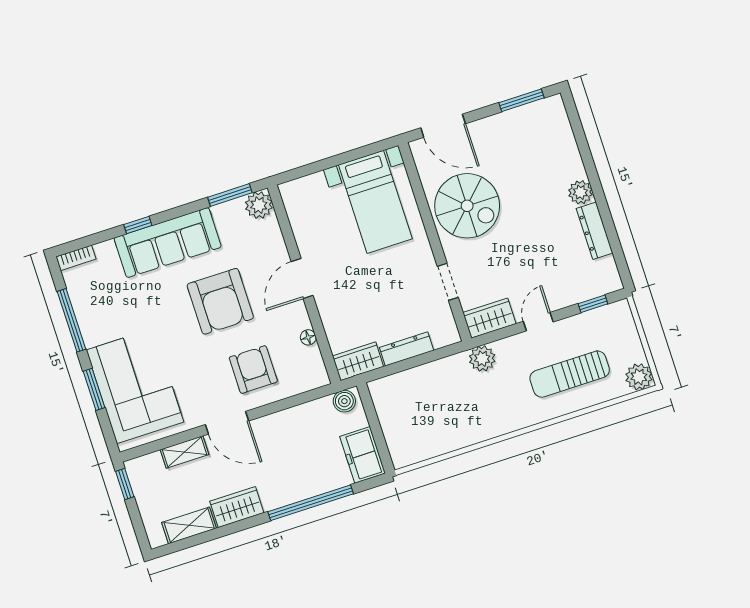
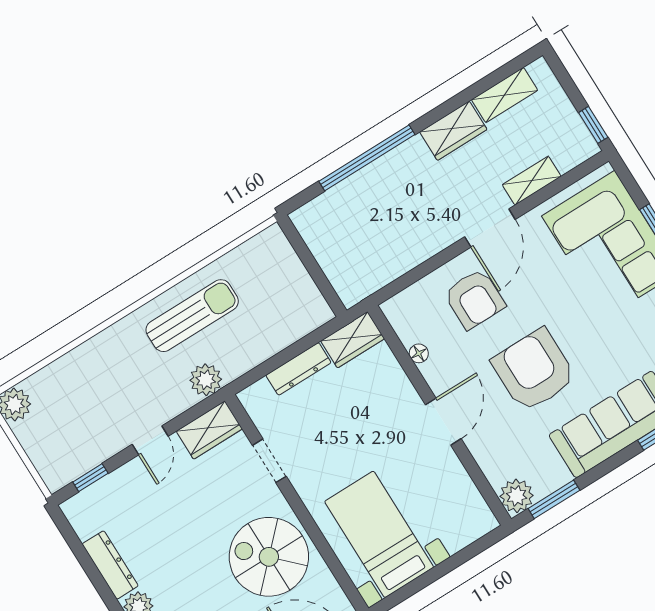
sun lounger: (570, 374) -> (192, 316), moved
boiler: (344, 401) -> (357, 288), removed
door: (227, 423) -> (490, 228), swing flipped
freezer: (363, 455) -> (319, 230), removed

